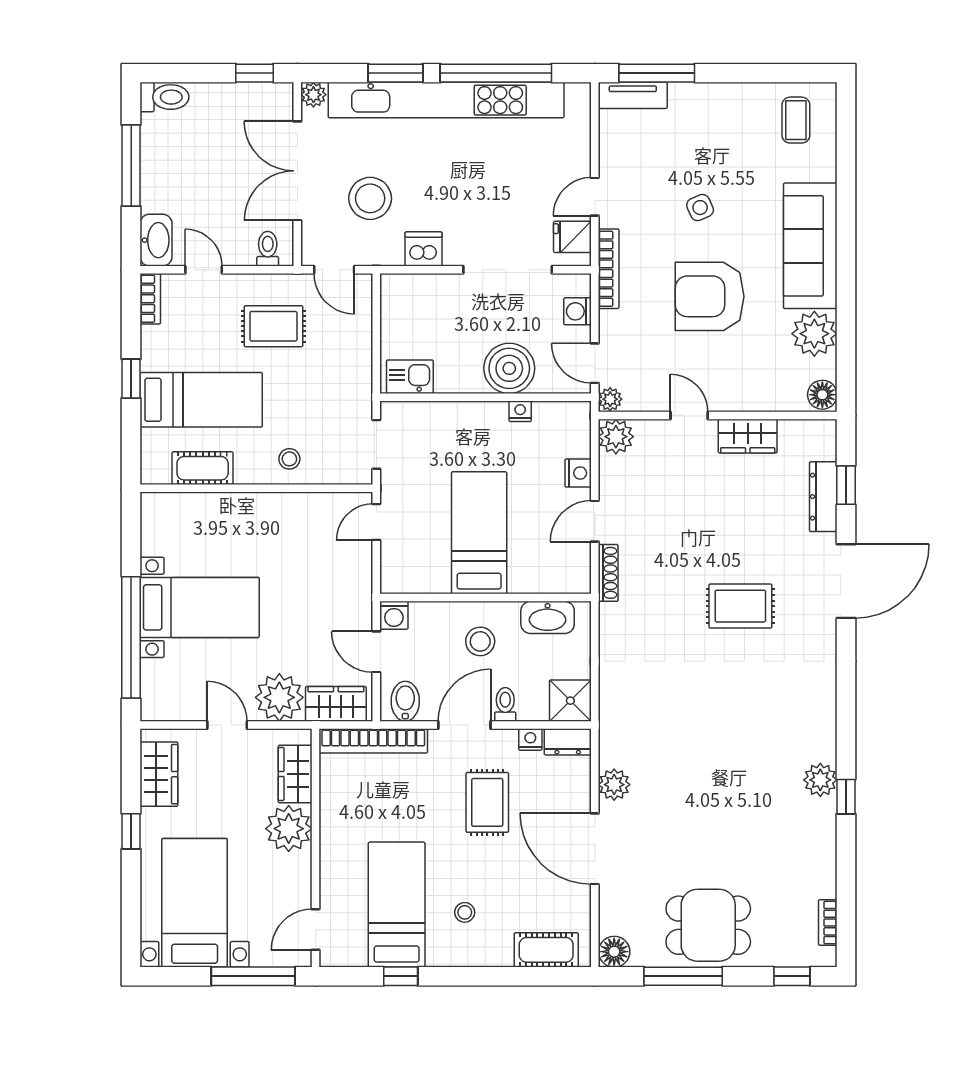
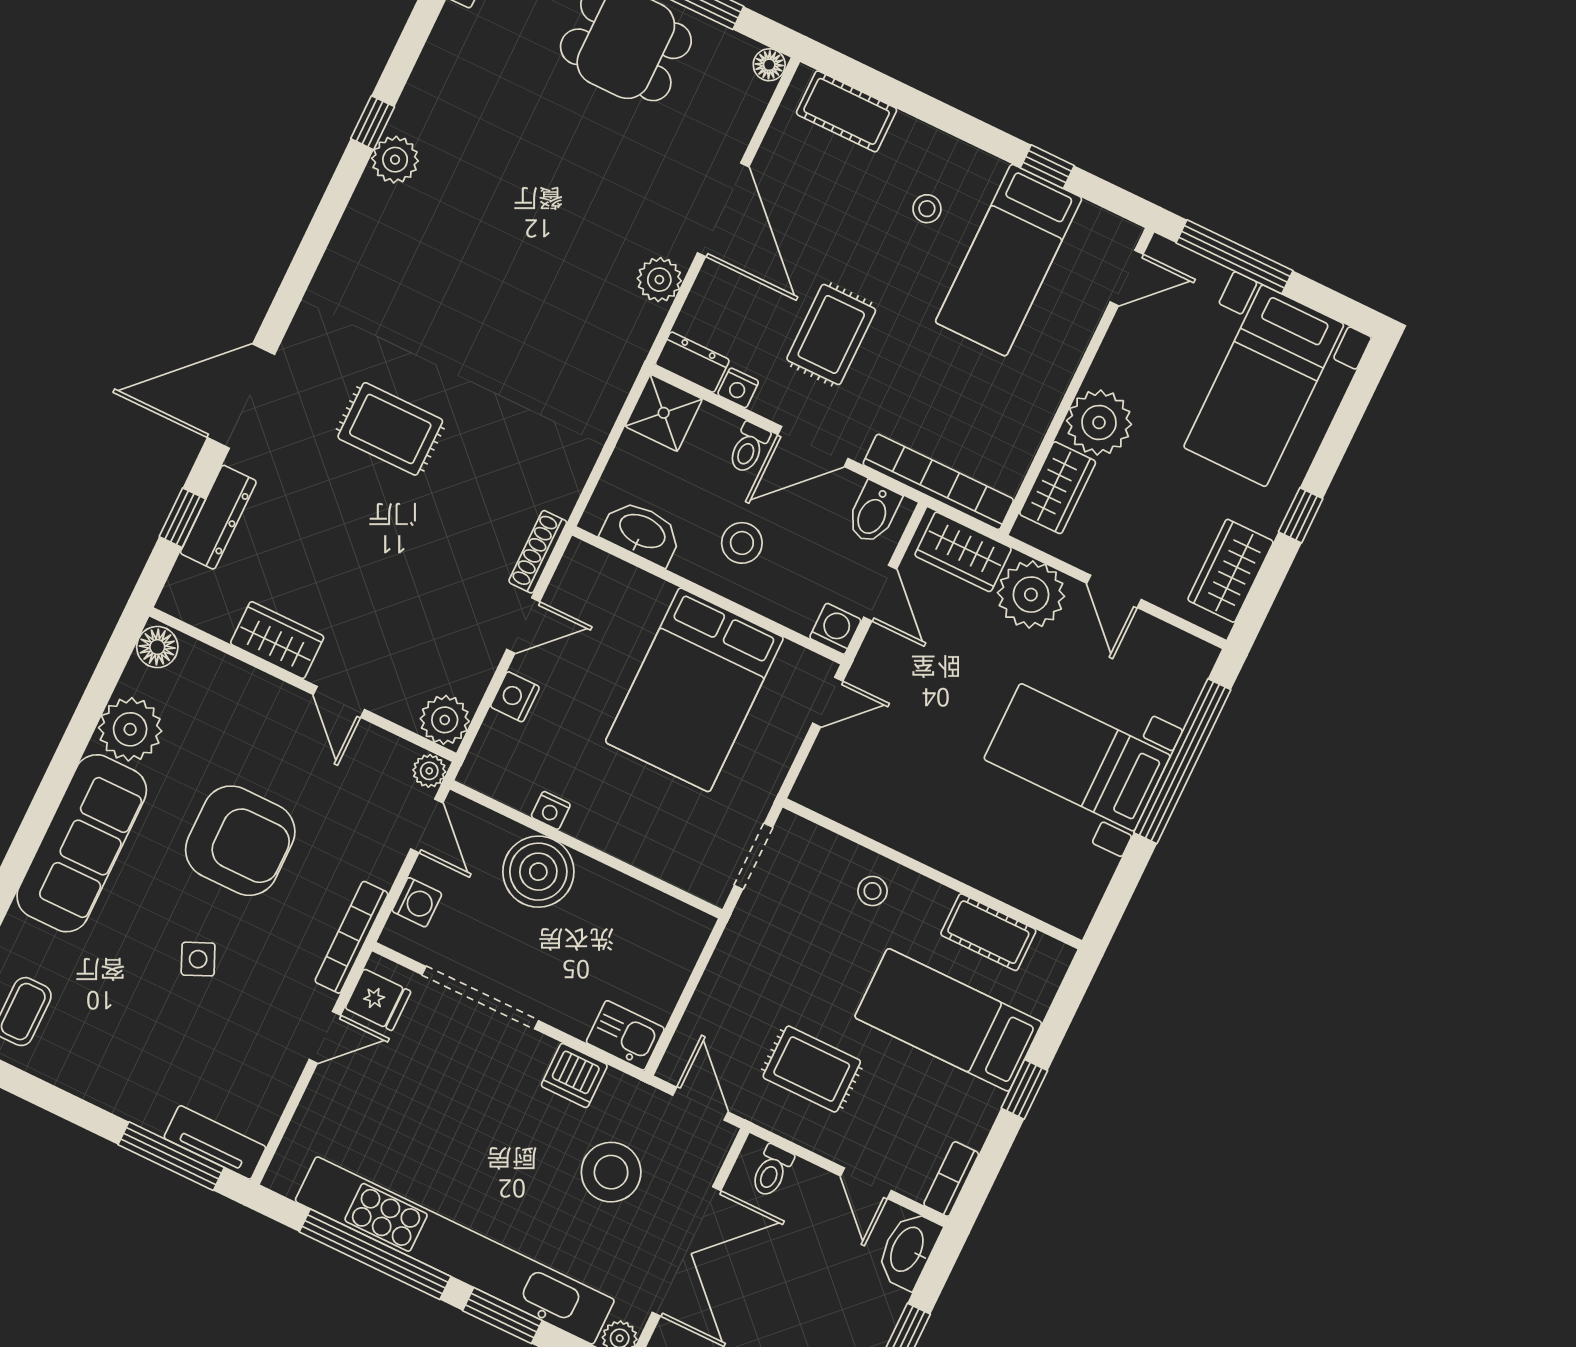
kitchen sink: (410, 377) -> (625, 1035), moved, turned 180
door: (376, 522) -> (828, 702), moved
bed: (479, 533) -> (694, 690), width x1.50
floor lamp: (614, 952) -> (769, 65), width x0.73, depth x0.73

